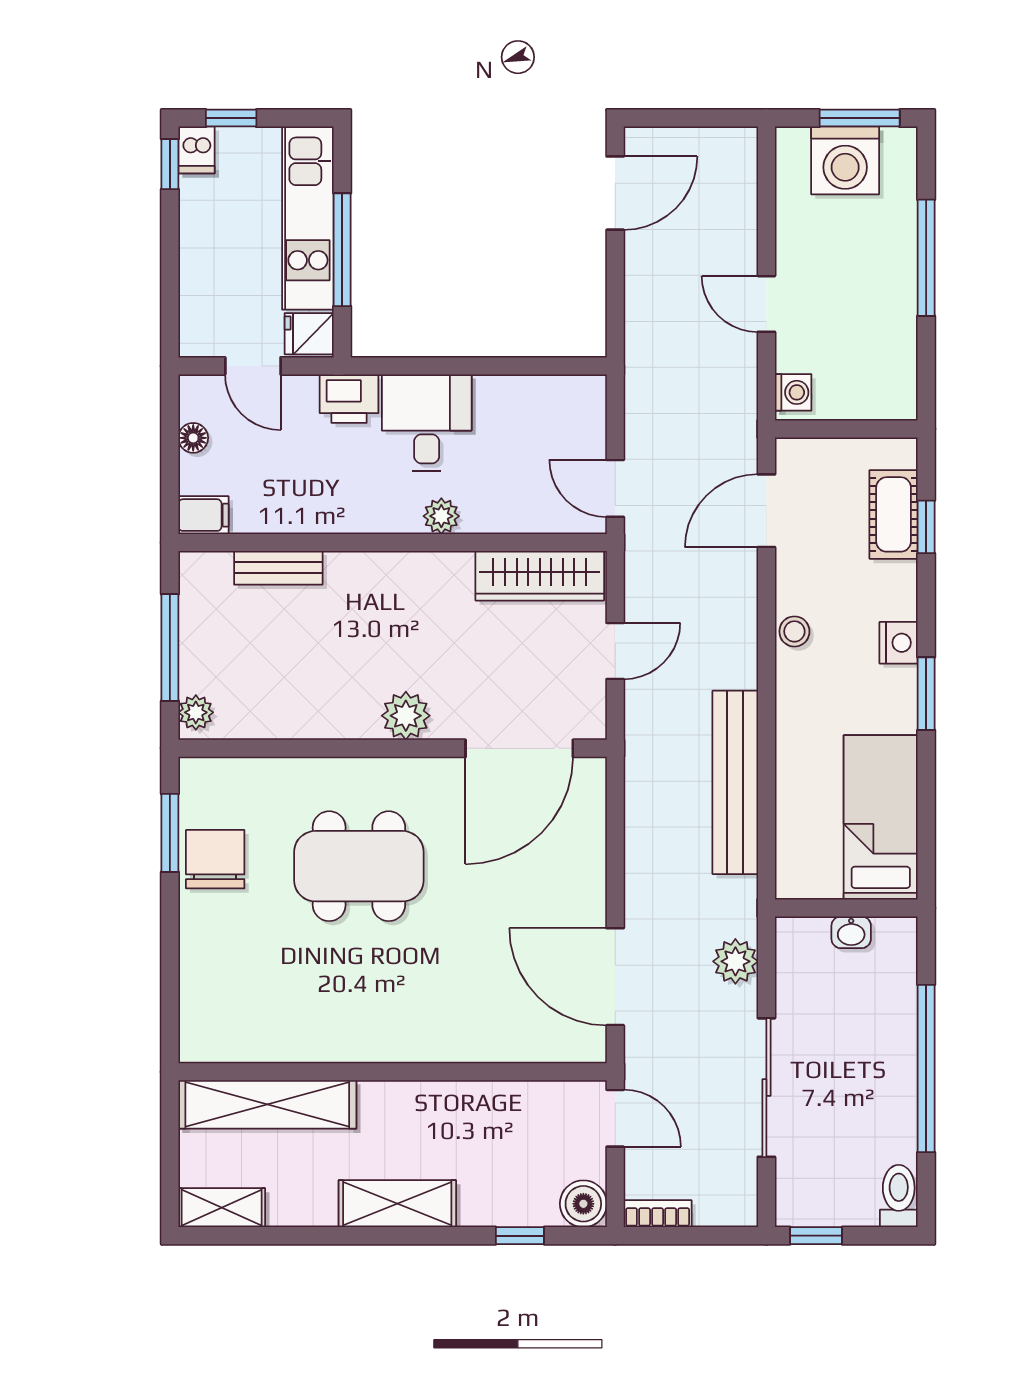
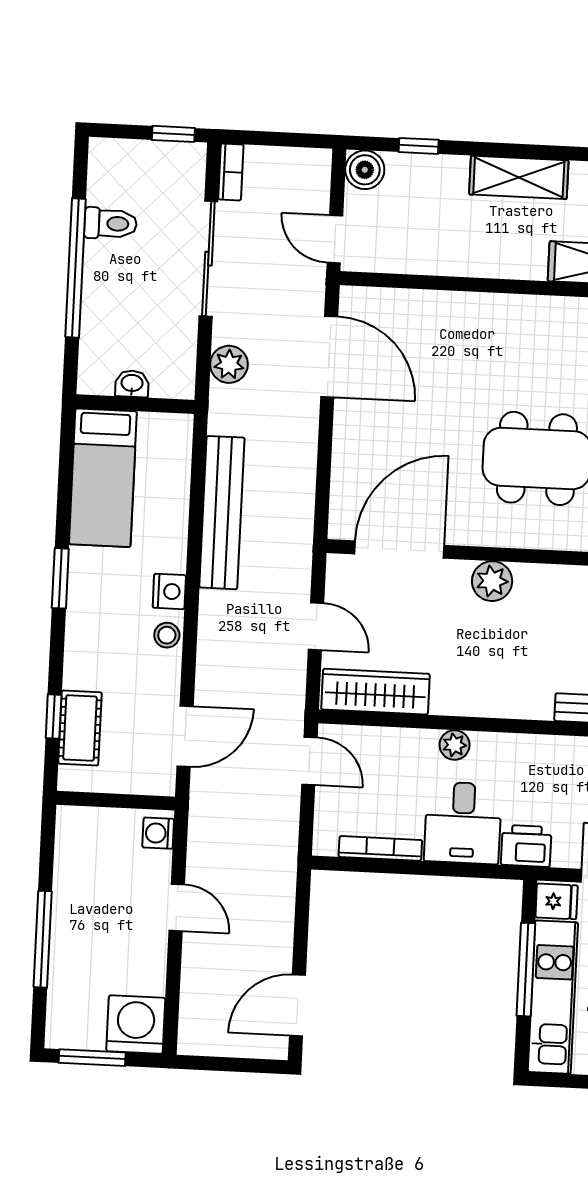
washing machine: (845, 160) -> (136, 1025), moved
bookcase: (525, 387) -> (380, 848), added
nightstand: (899, 643) -> (169, 591), moved, turned 180
door: (615, 651) -> (316, 626), swing flipped
toilet: (899, 1196) -> (111, 223), moved, turned -90
bookcase: (658, 1214) -> (231, 172), moved, turned -90

